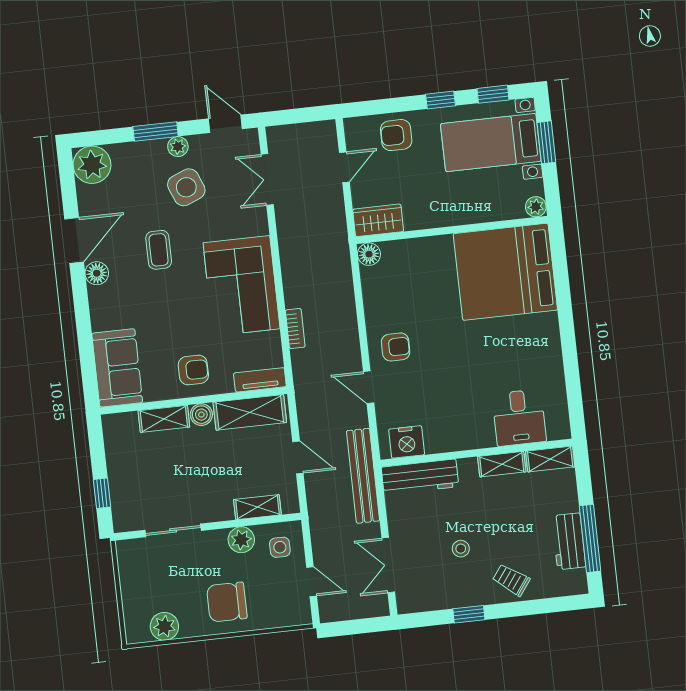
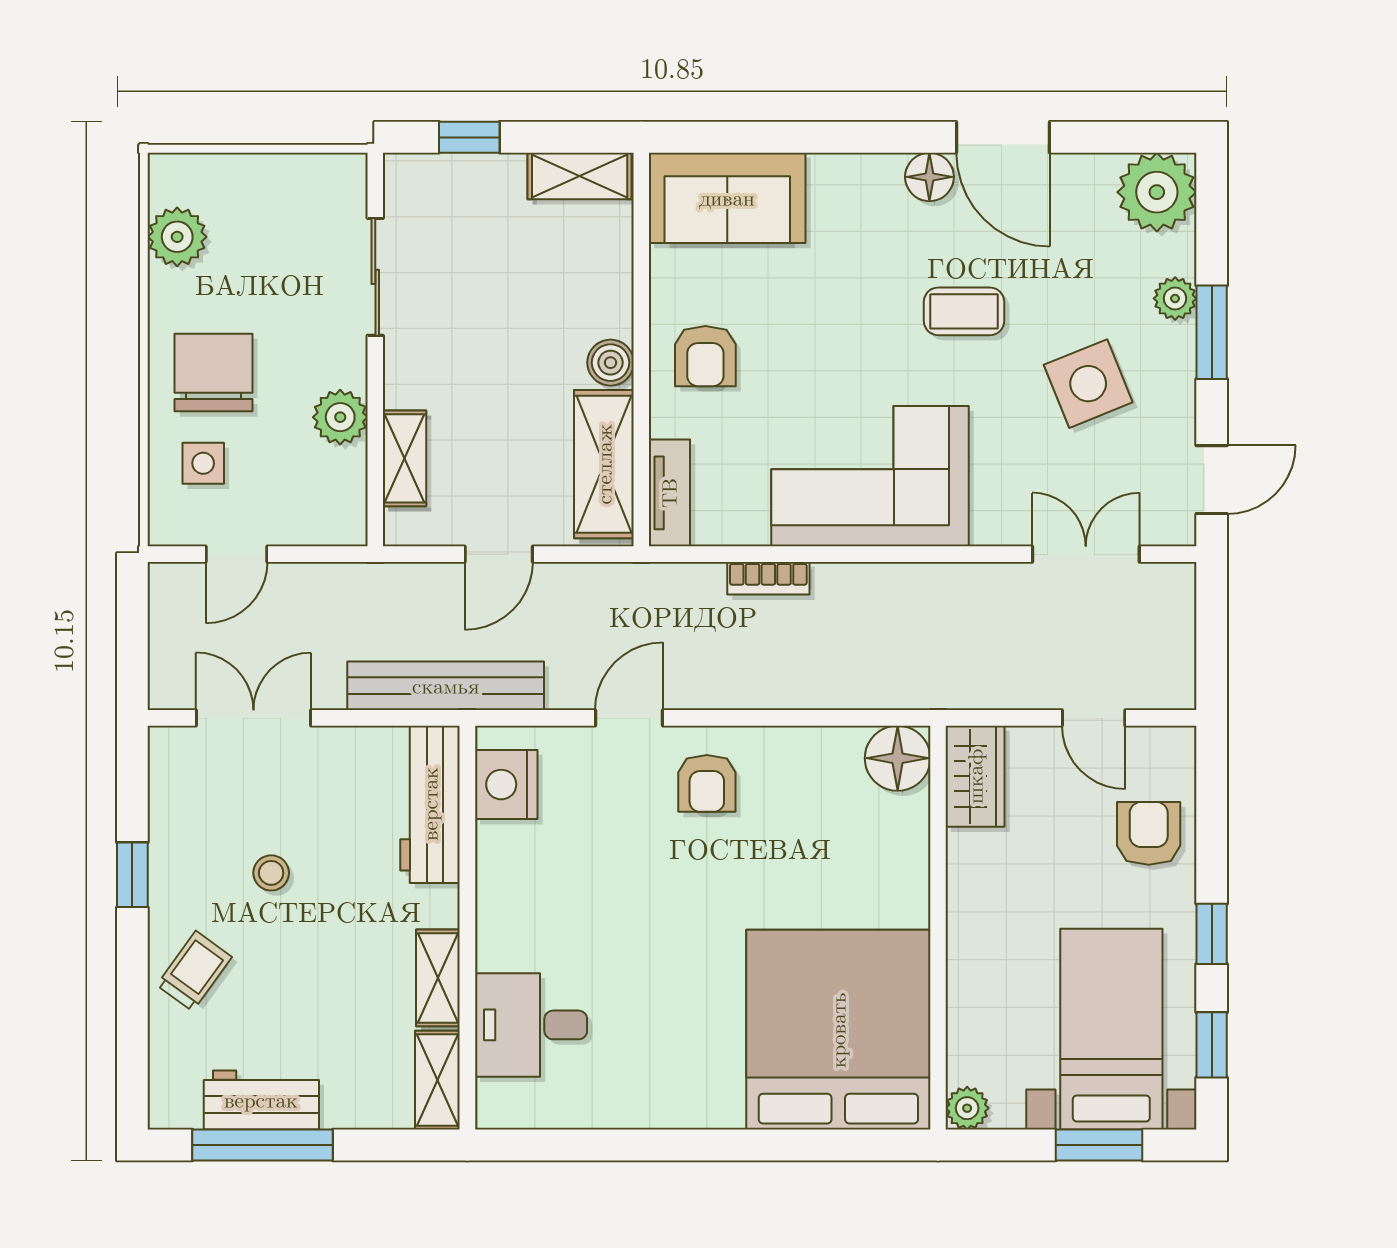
plant: (178, 147) -> (1175, 298), moved
floor lamp: (369, 254) -> (898, 758), width x1.38, depth x1.38
shelving: (164, 419) -> (580, 176), moved, turned 90
side table: (280, 547) -> (203, 463), moved

